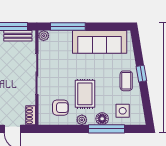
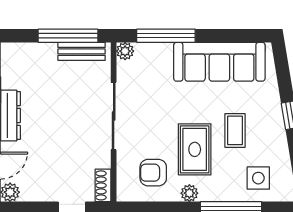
coffee table: (126, 81) -> (235, 130), moved
armchair: (60, 108) -> (153, 173), turned 180
floor lamp: (102, 119) -> (224, 191), removed

